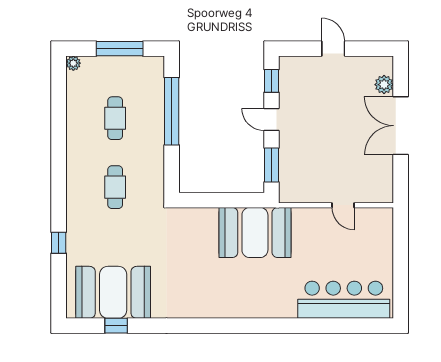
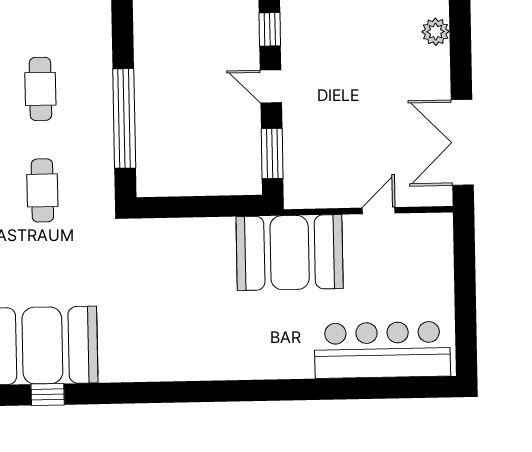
window: (172, 111) -> (124, 118), moved
double door: (401, 126) -> (462, 142), moved
door: (343, 205) -> (379, 211), swing flipped
booth: (255, 233) -> (290, 253), moved

